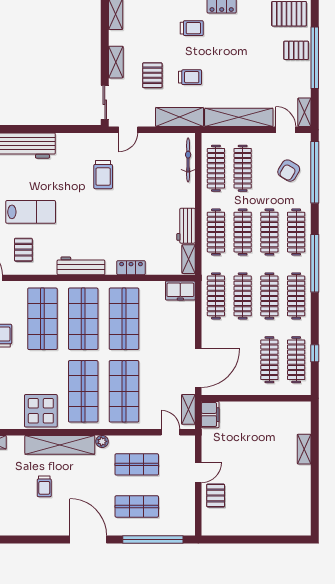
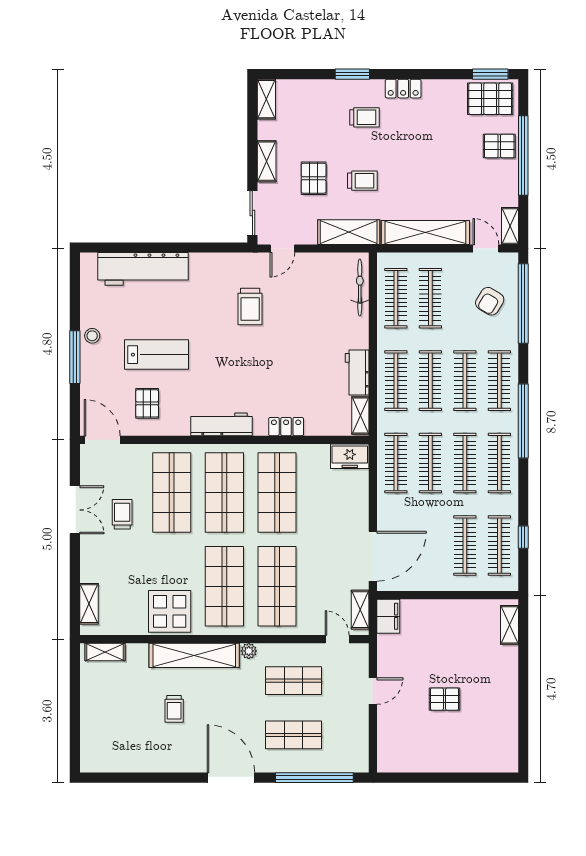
shelving: (304, 449) -> (510, 625), moved
pallet: (216, 495) -> (444, 699), moved, turned 90

